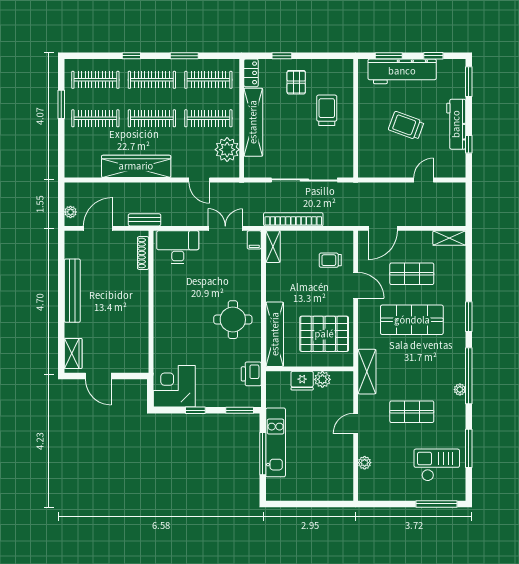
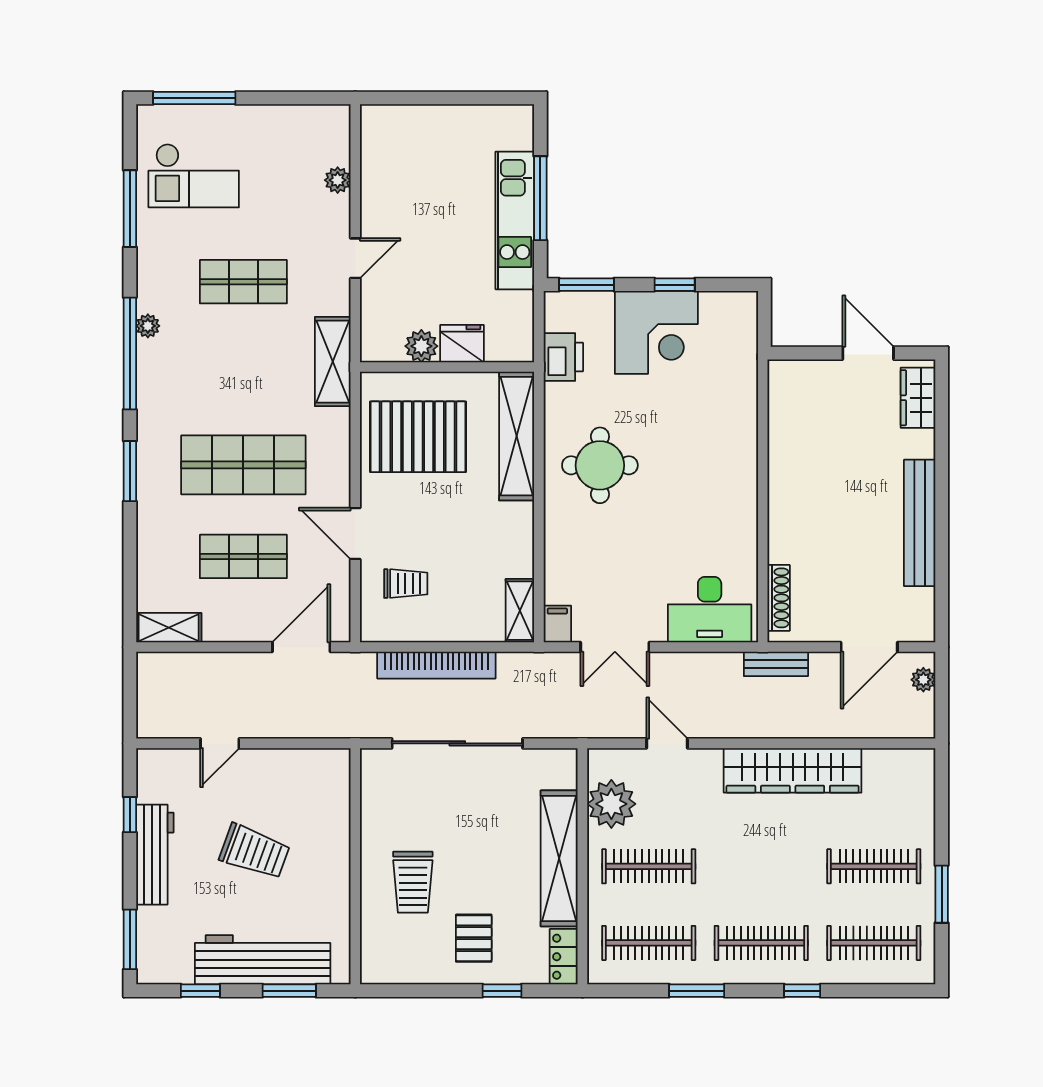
clothes rail: (152, 118) -> (761, 866), removed
bookcase: (293, 219) -> (436, 665), moved
corner desk: (174, 386) -> (656, 332), moved

